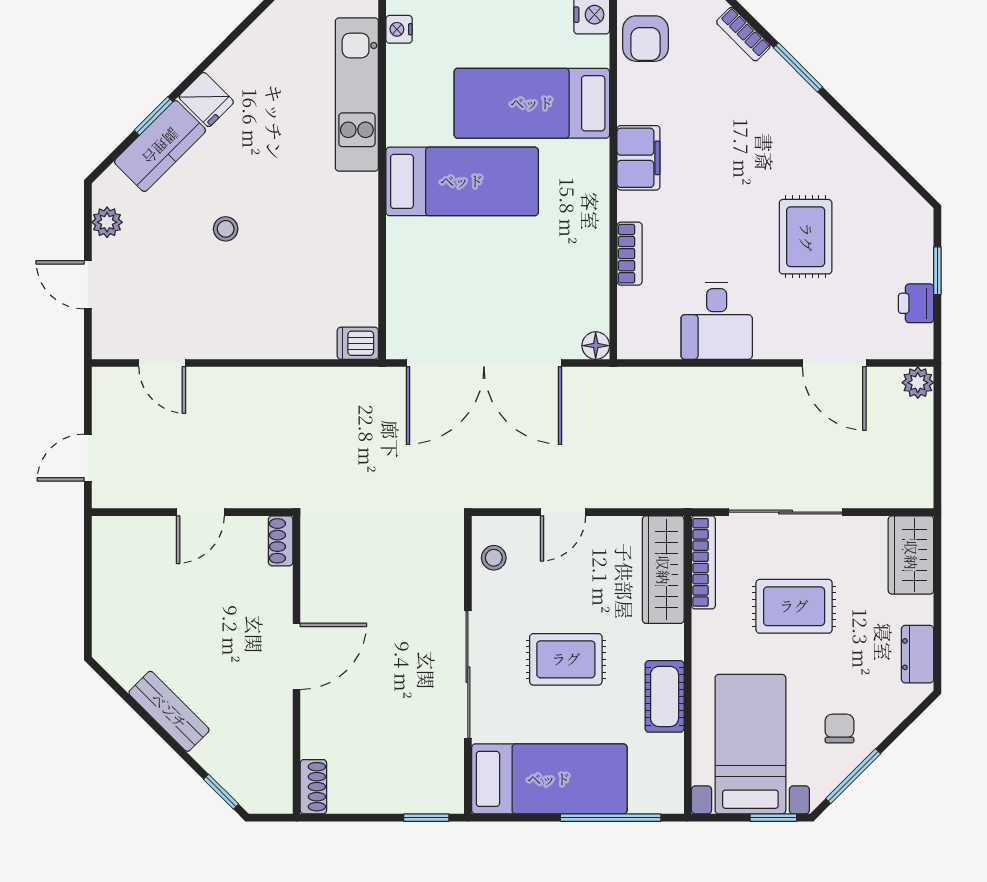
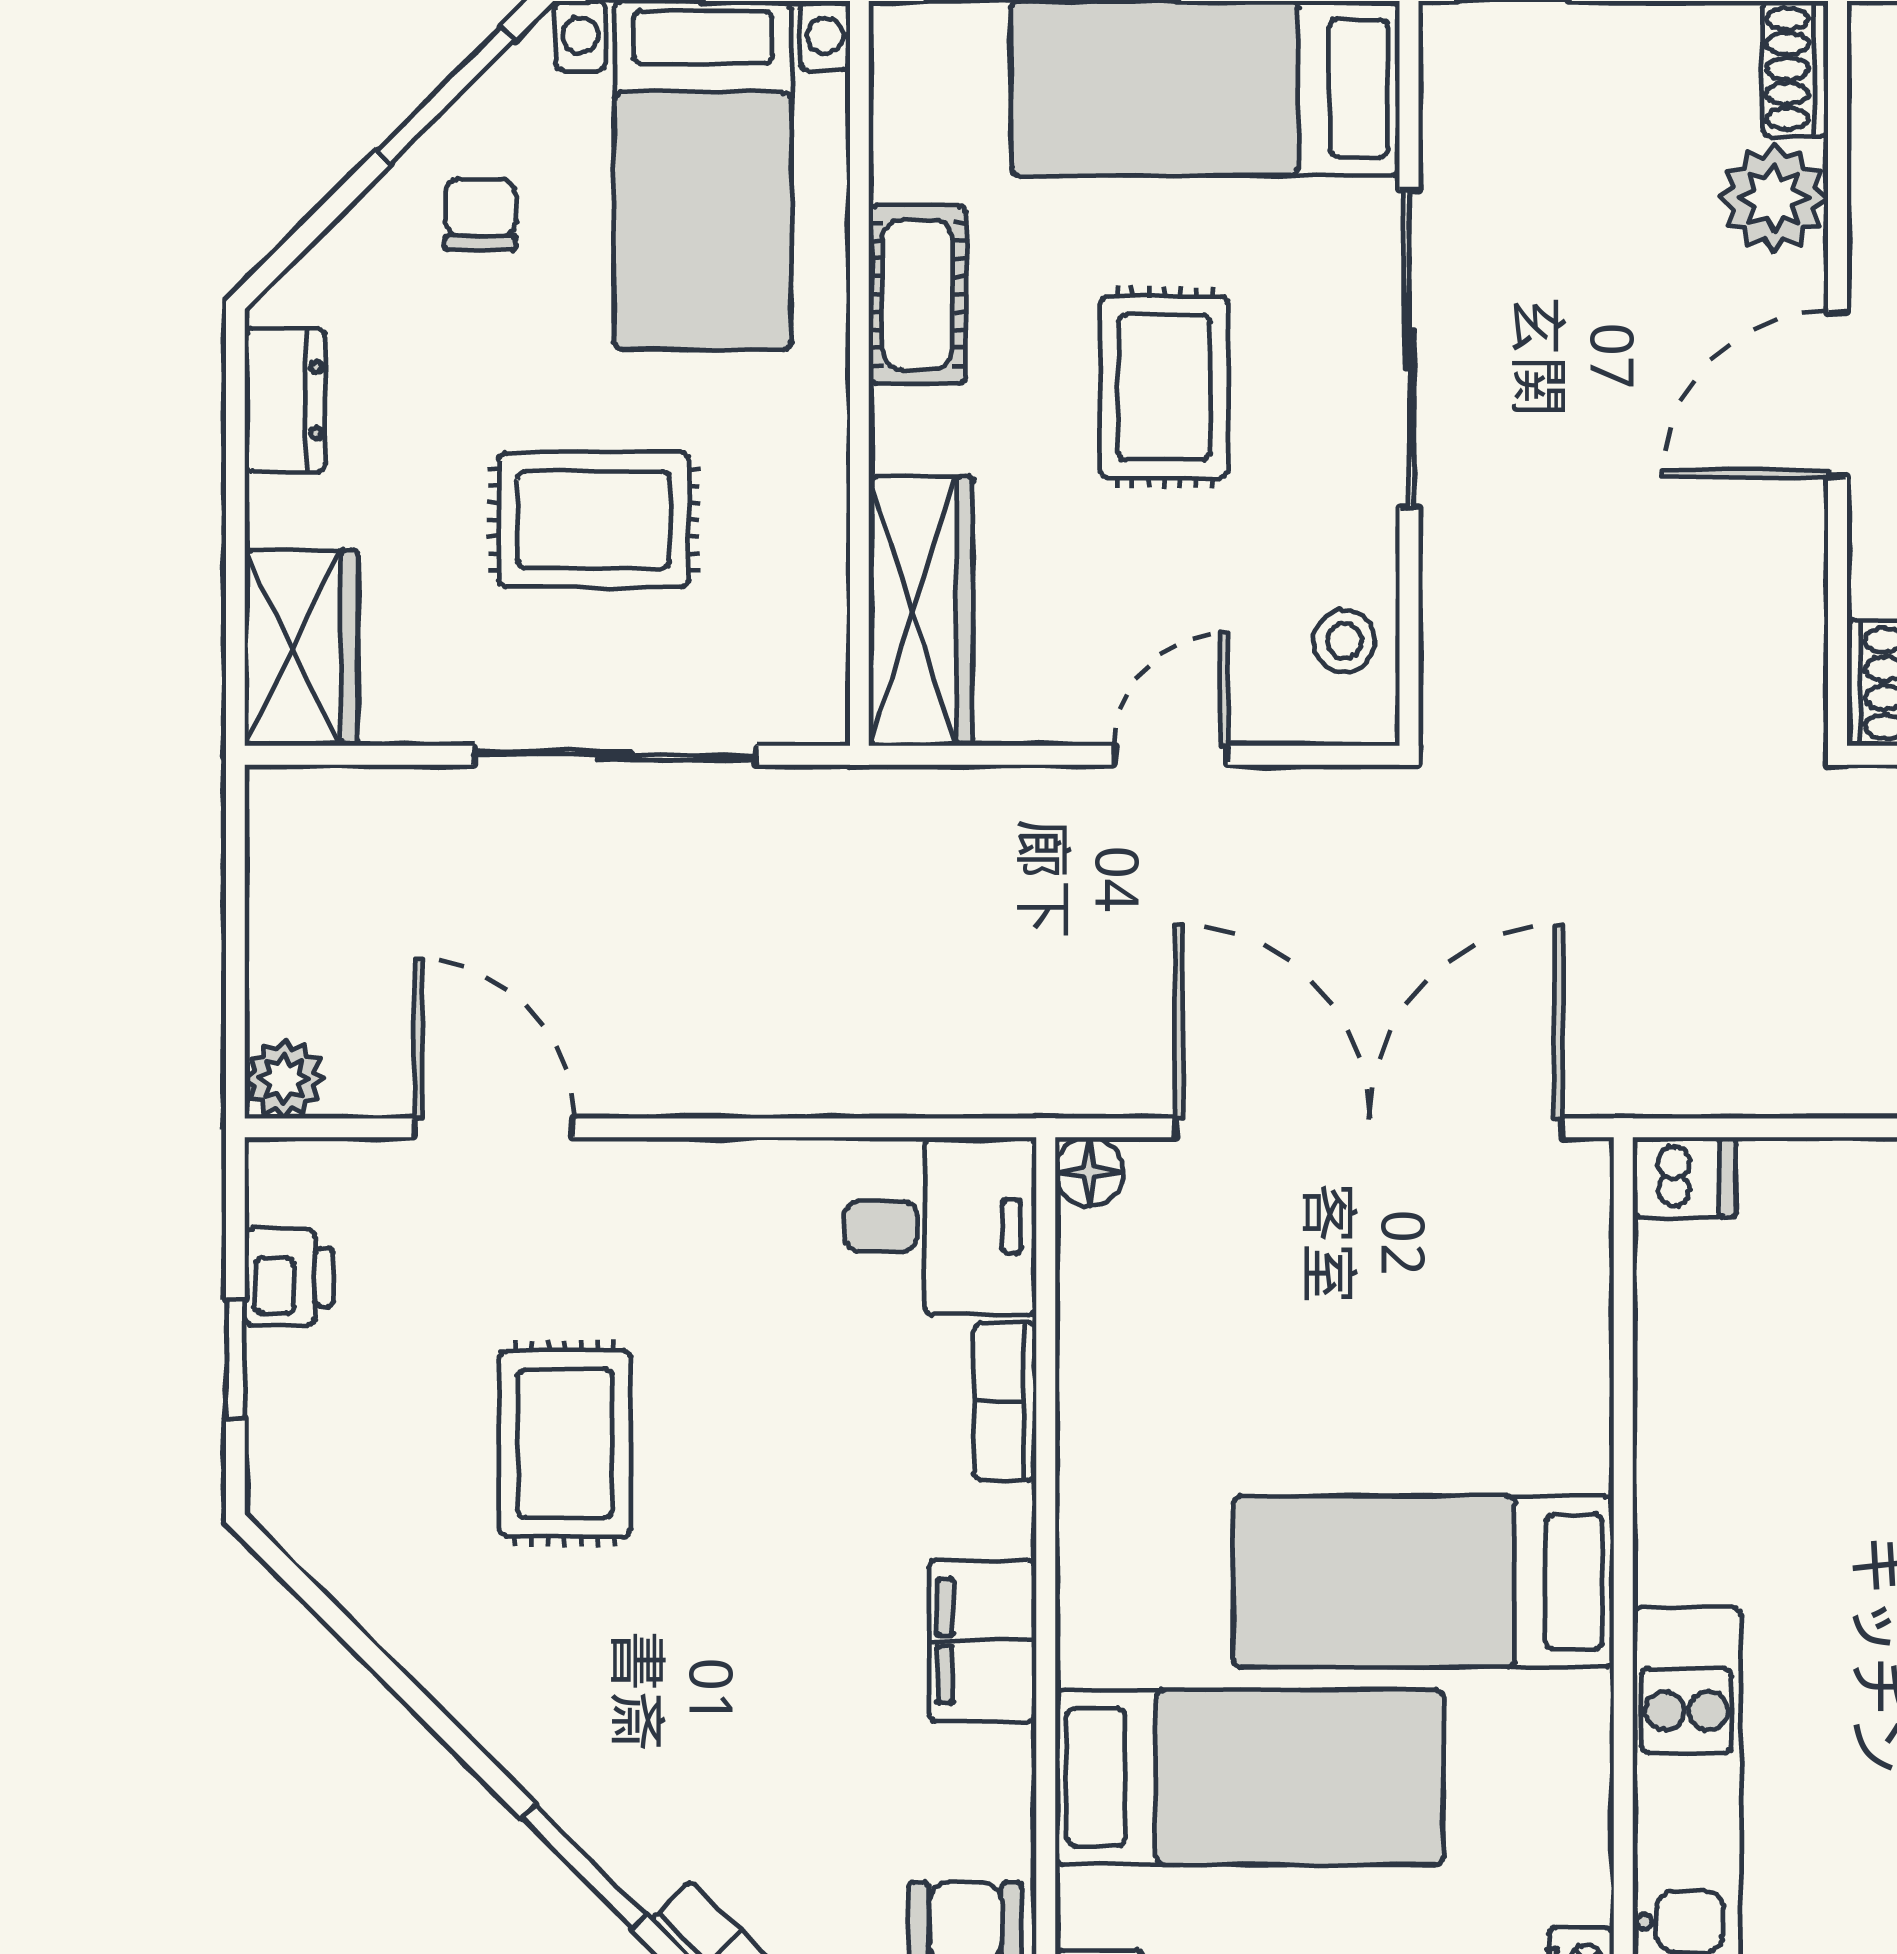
desk: (717, 321) -> (940, 1226), moved, turned 90
bookcase: (703, 562) -> (820, 629), removed
rug: (566, 659) -> (1164, 387), turned 90
chair: (839, 729) -> (480, 214), turned 180
plant: (322, 735) -> (1774, 198), added

